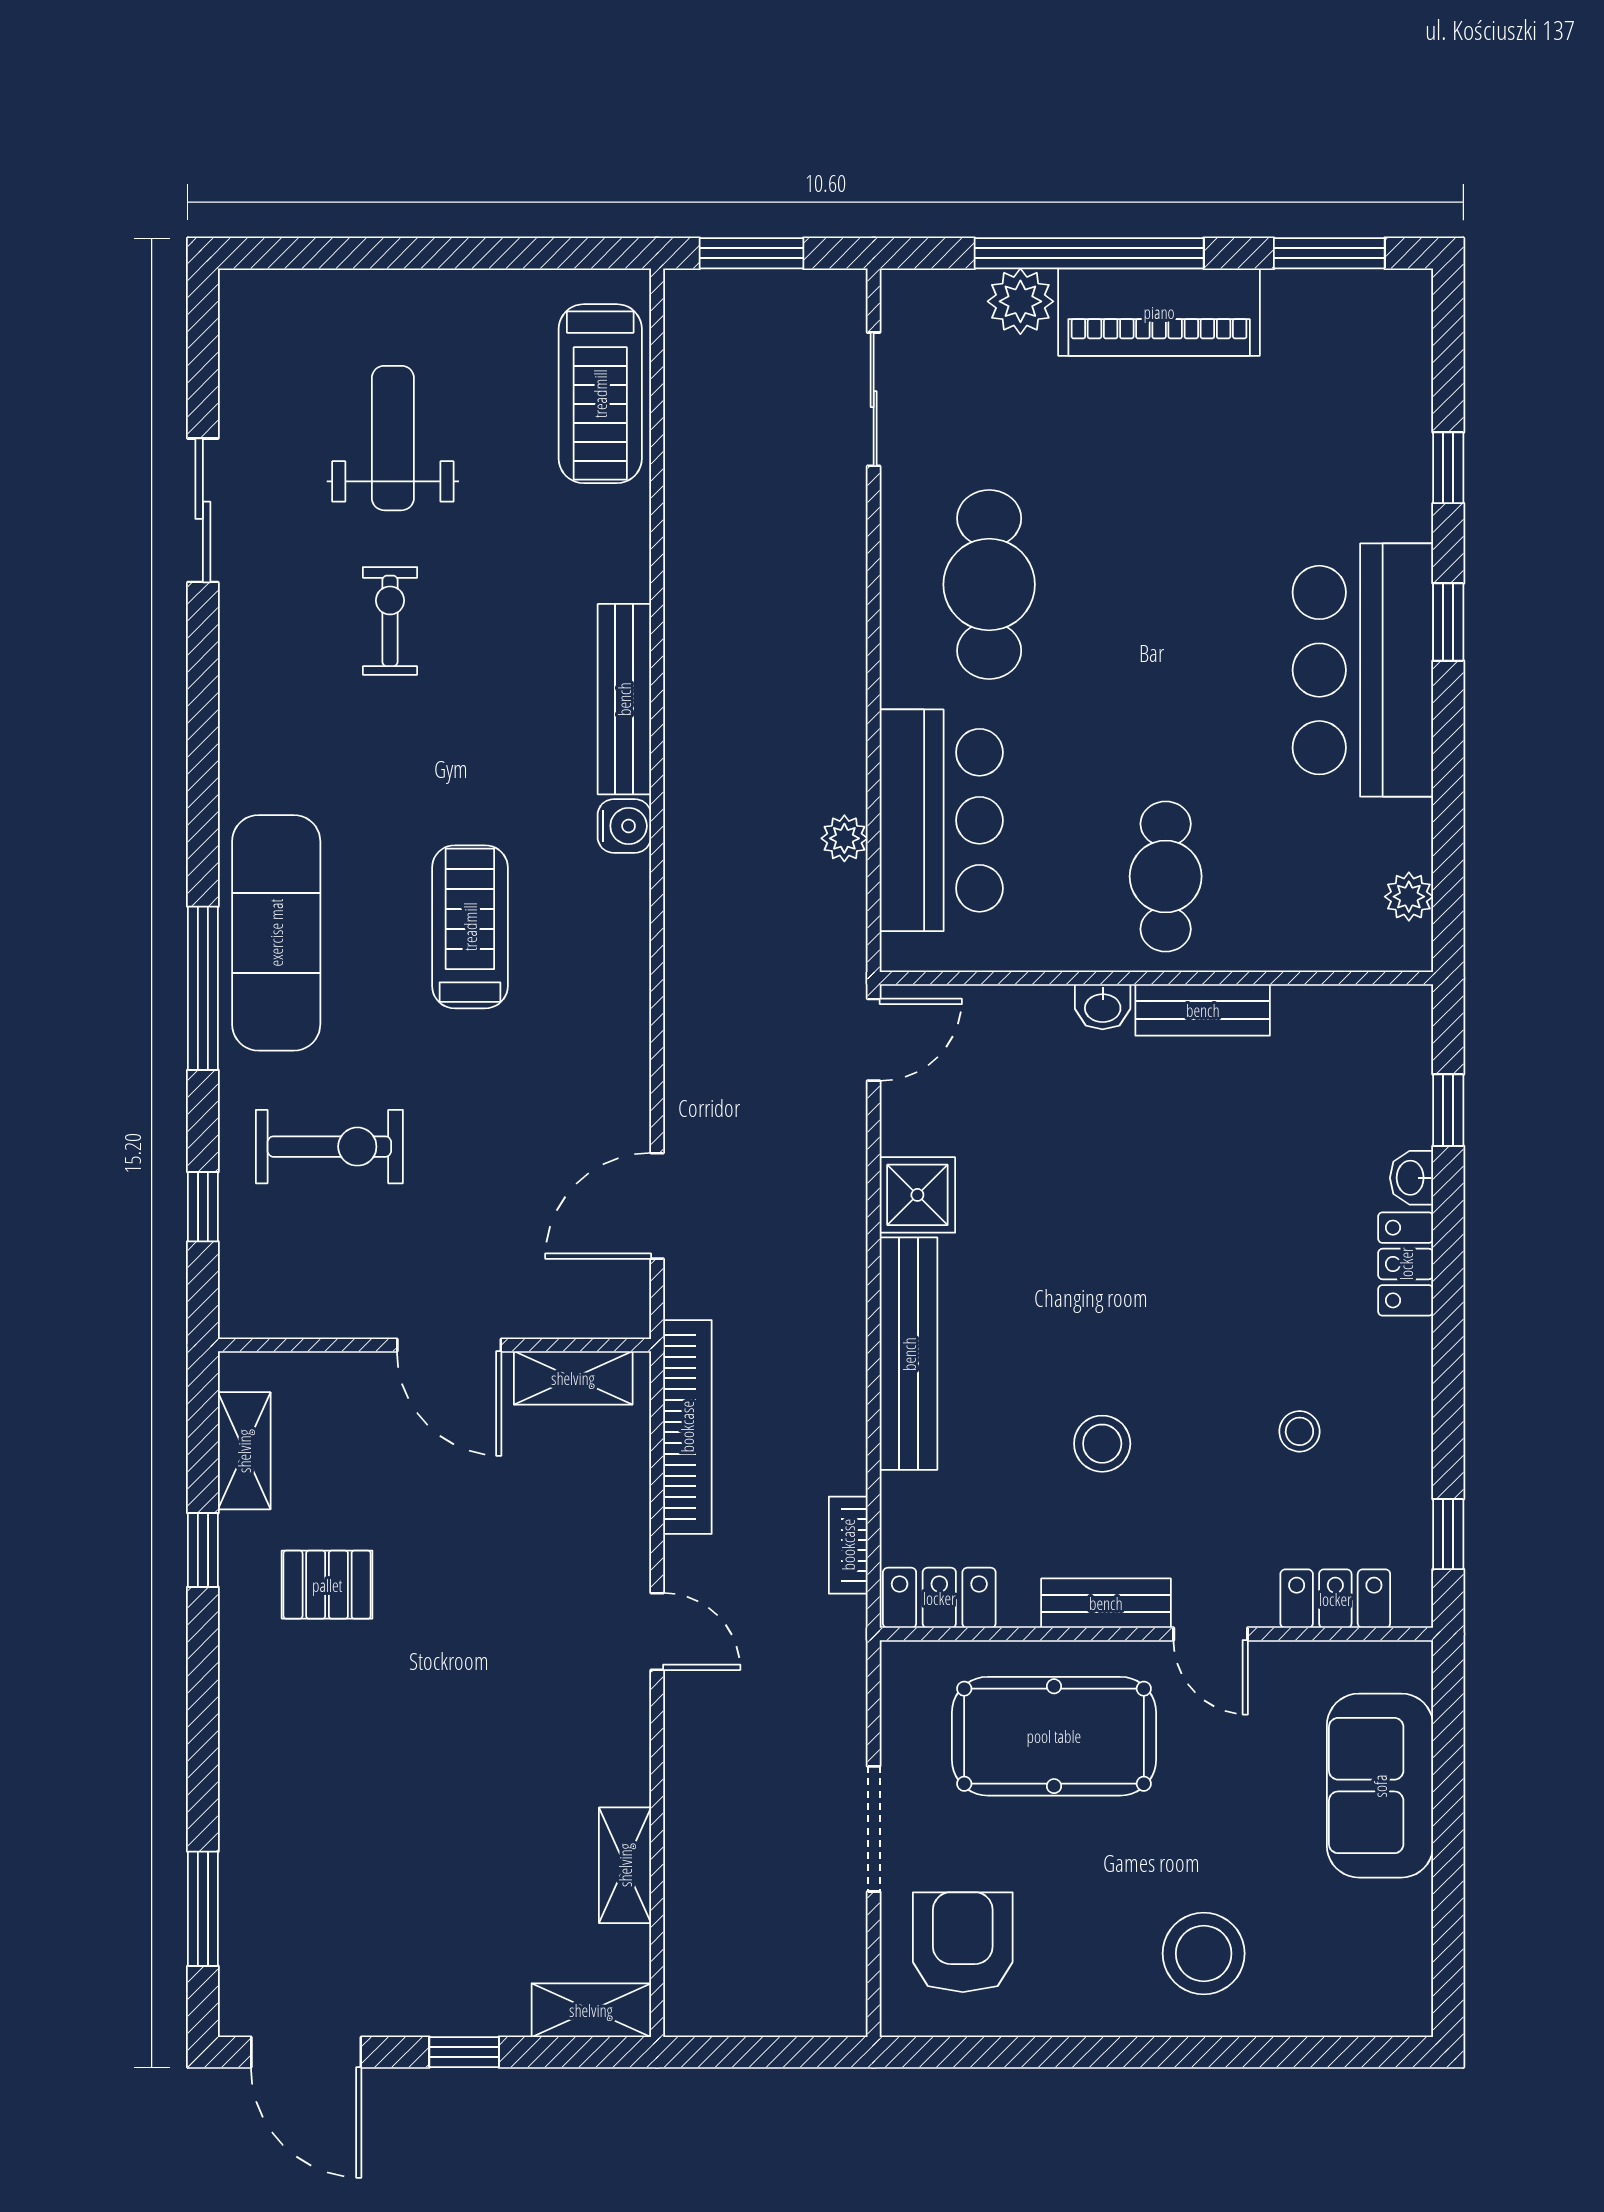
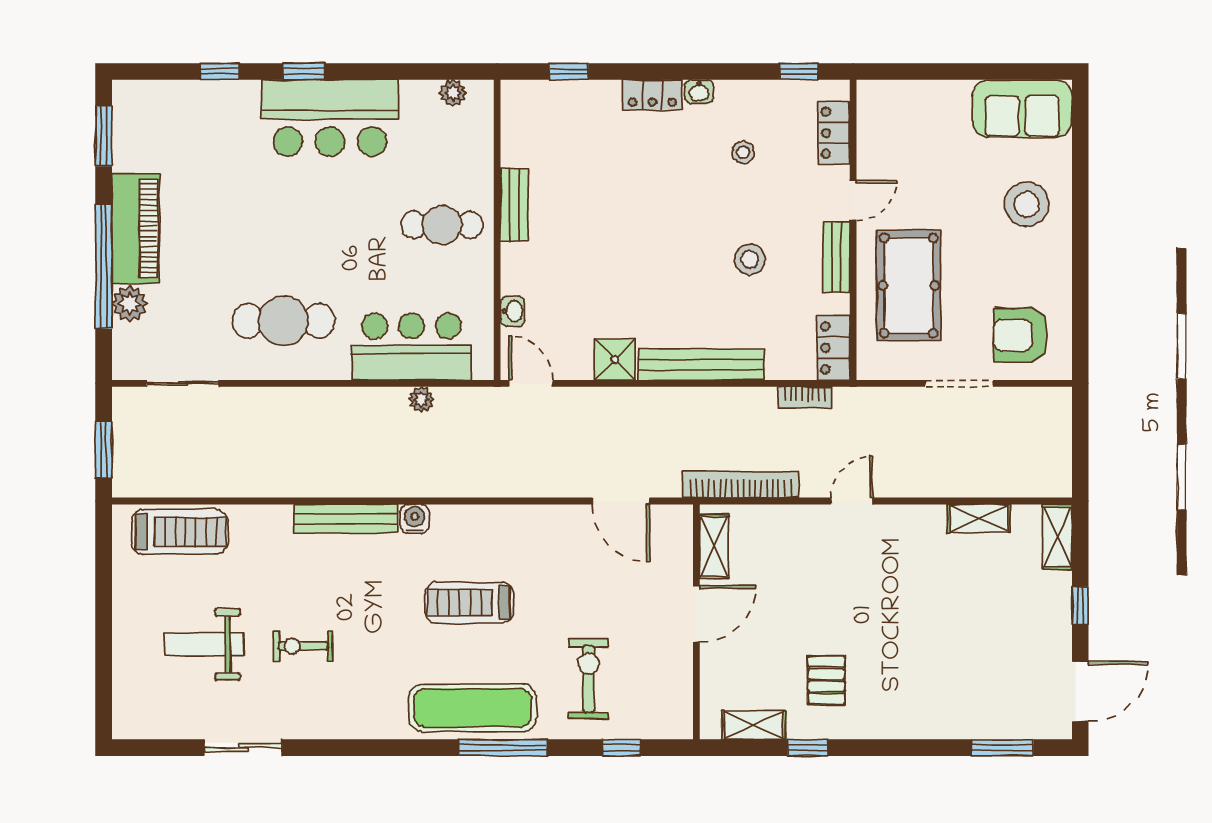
washbasin: (1103, 1007) -> (513, 311), moved
washbasin: (1411, 1178) -> (699, 91), moved
sofa: (1380, 1786) -> (1022, 109), moved

